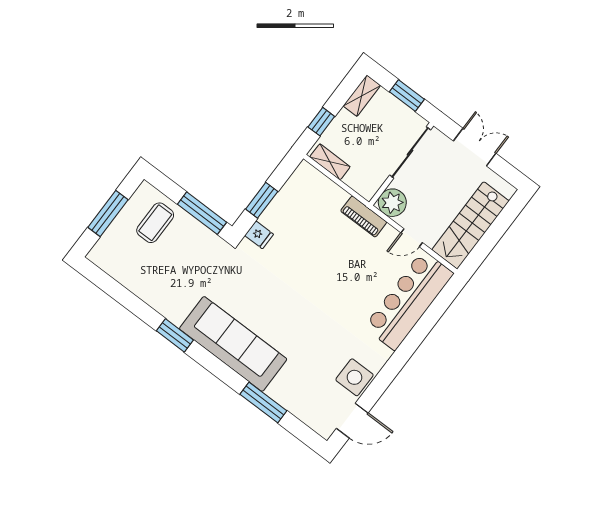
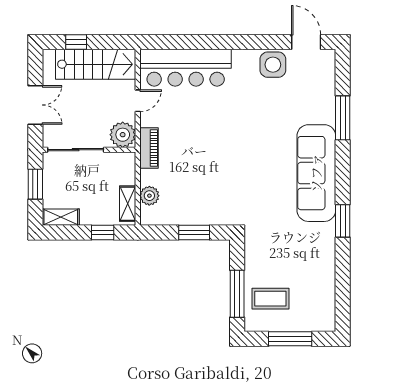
double door: (475, 147) -> (35, 105), swing flipped
plant: (322, 186) -> (149, 196), added
window: (202, 213) -> (237, 294), moved
window: (502, 223) -> (76, 42), added
fridge: (259, 235) -> (221, 215), removed
door: (412, 238) -> (138, 101), hinge flipped

